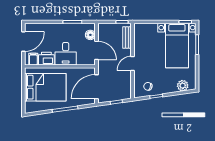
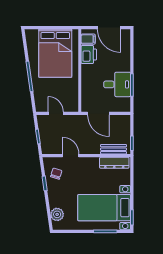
floor lamp: (90, 35) -> (117, 106), removed
dresser: (139, 37) -> (114, 163), added
door: (97, 50) -> (98, 113), hinge flipped
desk: (66, 54) -> (117, 84), moved, turned 180
door: (133, 63) -> (71, 156), moved
door: (97, 87) -> (56, 113), width x0.53

